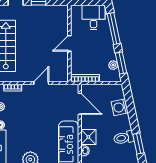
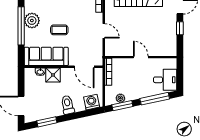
door: (80, 104) -> (84, 67), hinge flipped
washing machine: (120, 107) -> (92, 102), moved
coffee table: (40, 130) -> (59, 30), added
toilet: (124, 138) -> (68, 105), moved

